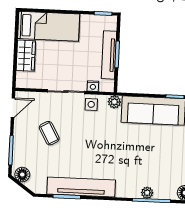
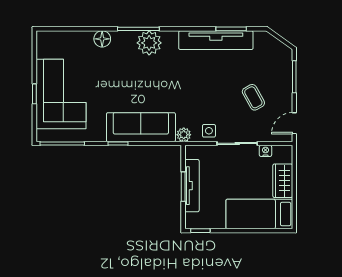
nightstand: (93, 86) -> (265, 151), moved
floor lamp: (22, 175) -> (281, 51), removed
plant: (147, 193) -> (149, 43), width x1.88, depth x1.88

